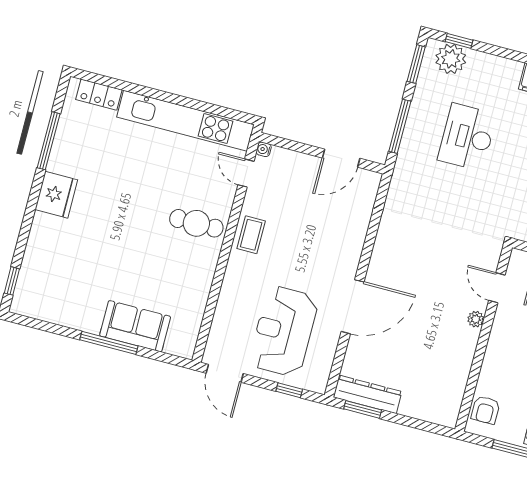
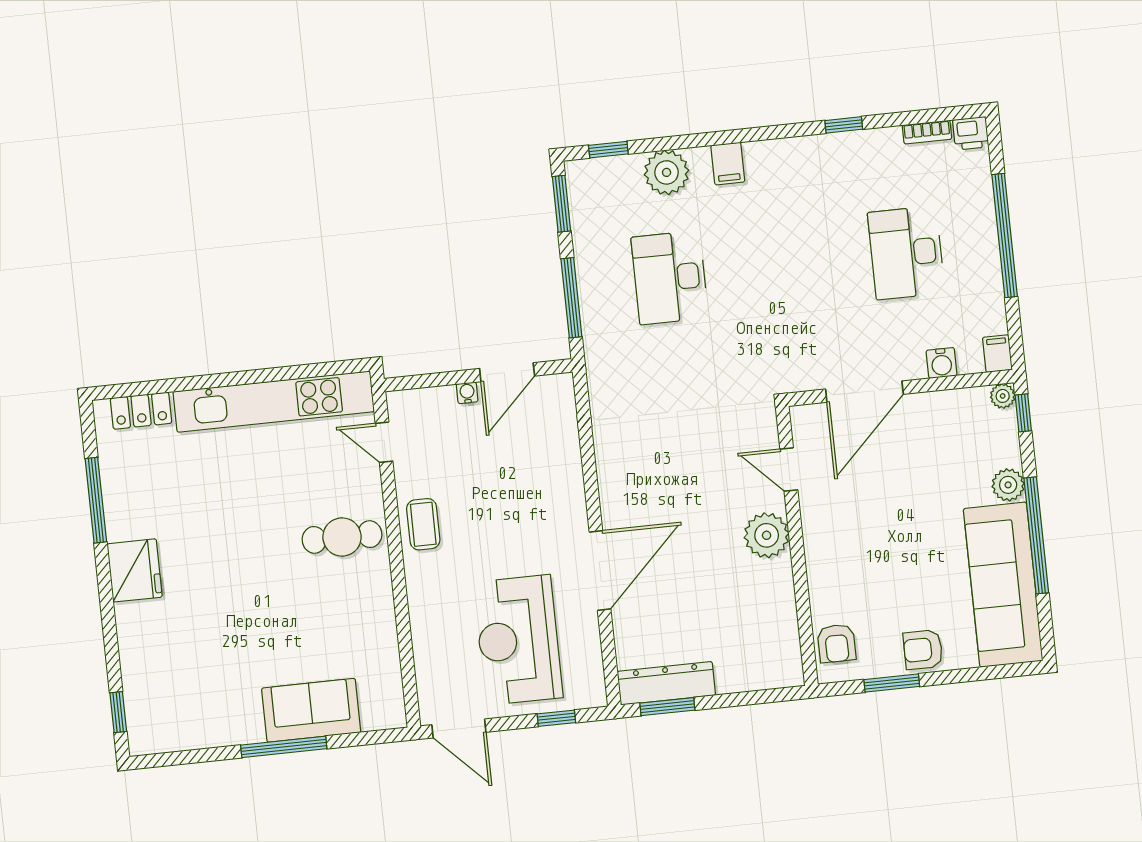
plant: (451, 59) -> (667, 172), moved
water cooler: (264, 149) -> (467, 393), moved, turned 90
plant: (476, 319) -> (767, 535), width x1.88, depth x1.88

